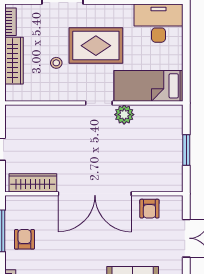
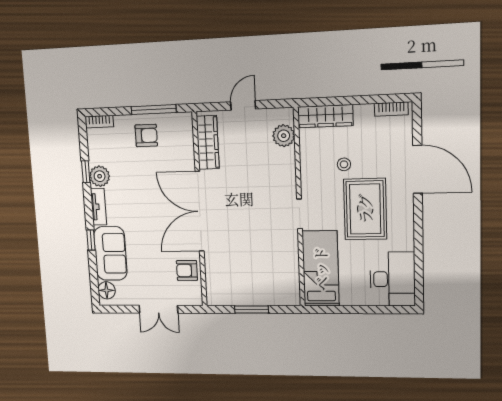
wardrobe: (14, 61) -> (325, 116), moved
plant: (124, 115) -> (284, 136), moved

